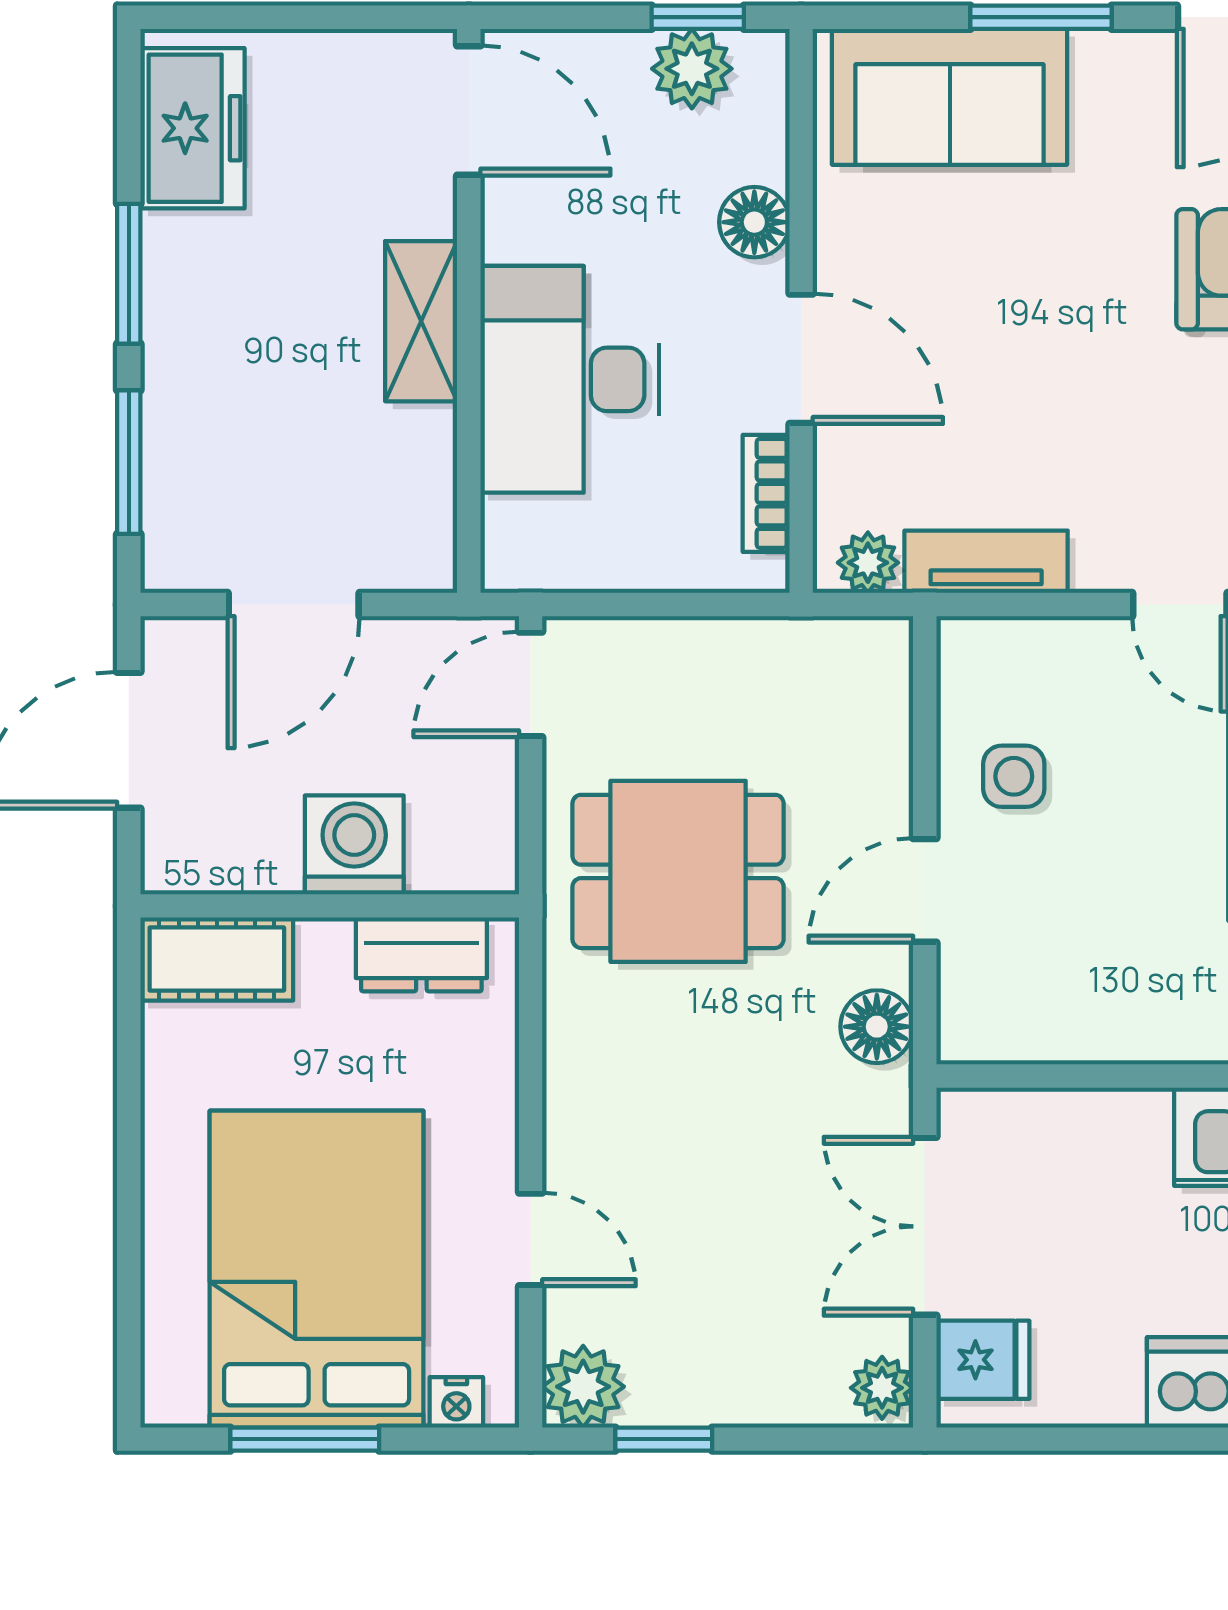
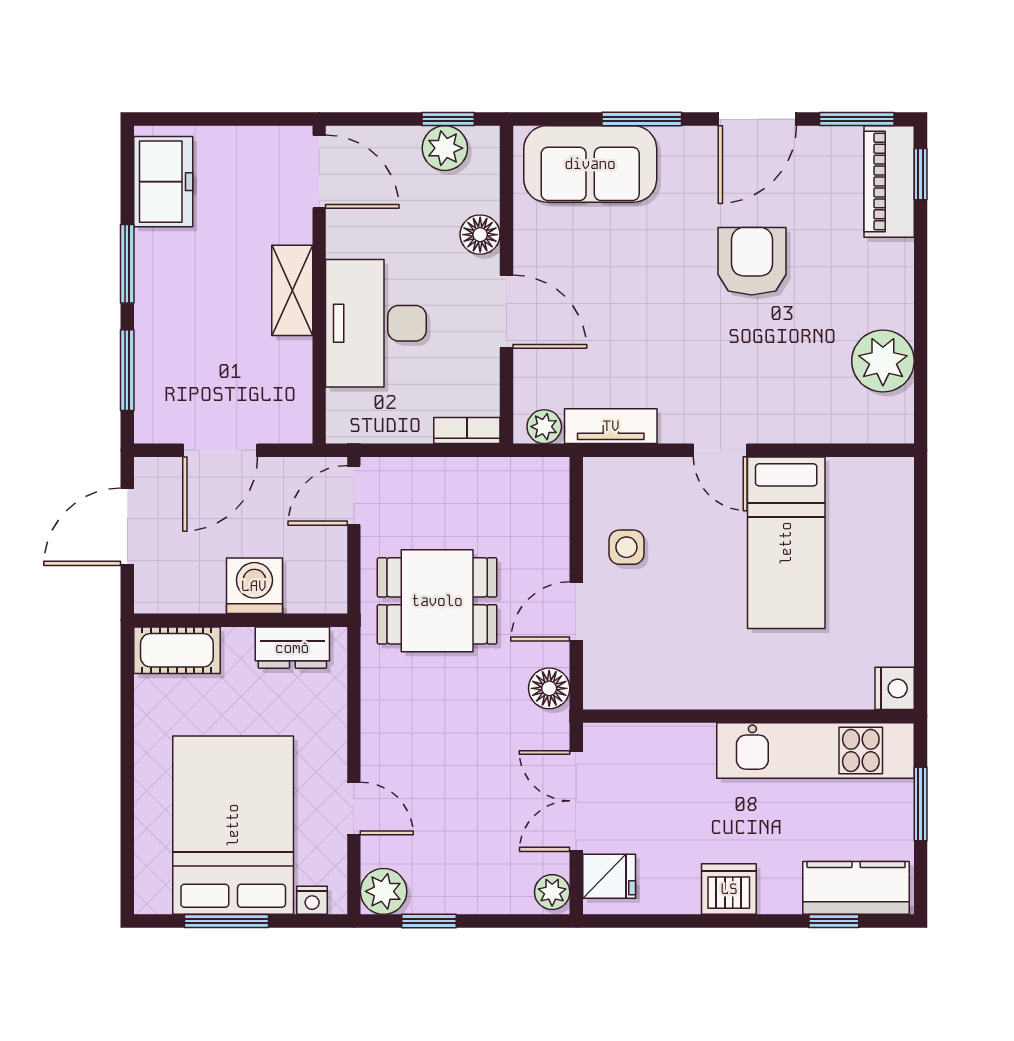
bookcase: (766, 493) -> (467, 431), moved, turned 90

